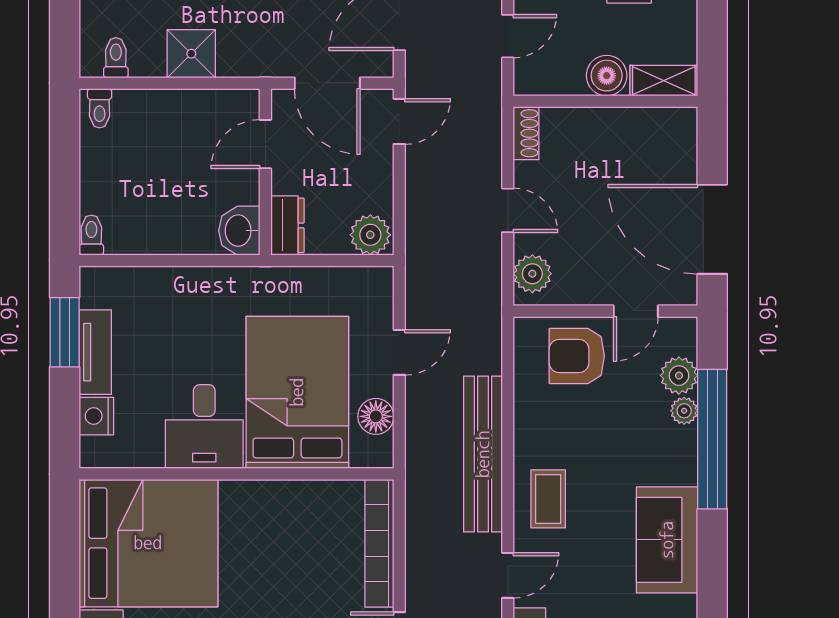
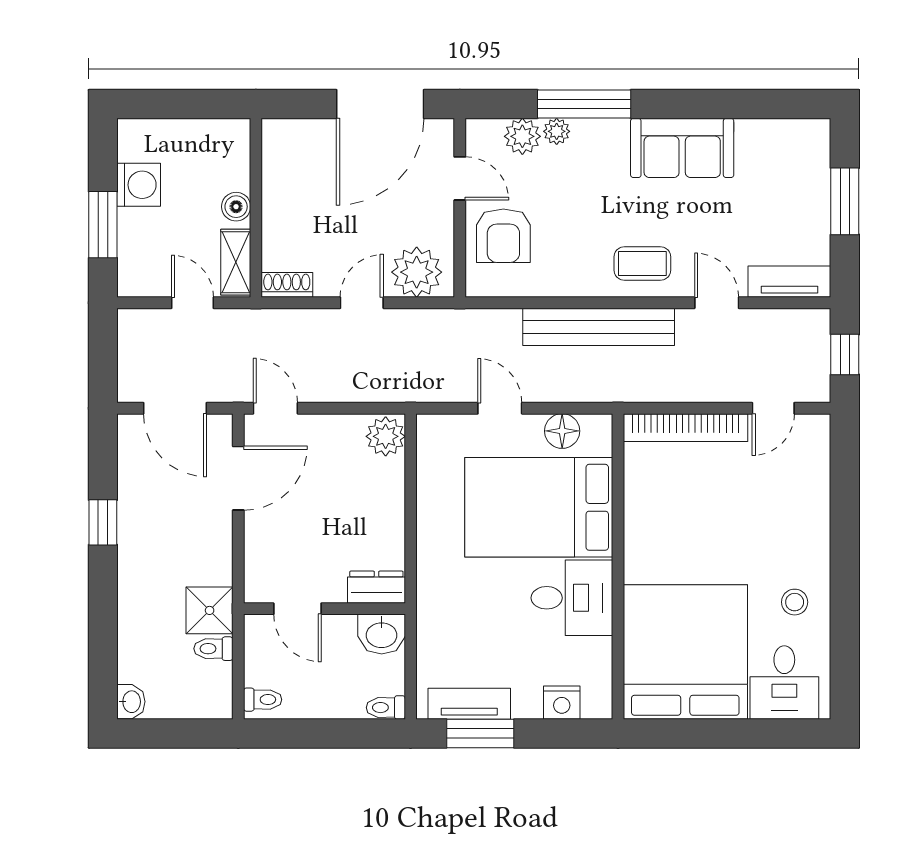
toilet: (116, 58) -> (213, 649), moved
boiler: (607, 76) -> (236, 207), width x0.73, depth x0.73
shelving: (664, 81) -> (236, 262), moved
door: (265, 144) -> (297, 609), moved
wall: (265, 172) -> (324, 609), moved
dresser: (288, 225) -> (376, 587), moved
washbasin: (239, 231) -> (382, 634), moved
plant: (532, 274) -> (417, 272), width x1.36, depth x1.36
tv unit: (95, 352) -> (469, 704), moved
window: (712, 439) -> (584, 104), width x0.68

